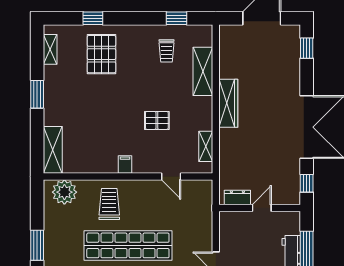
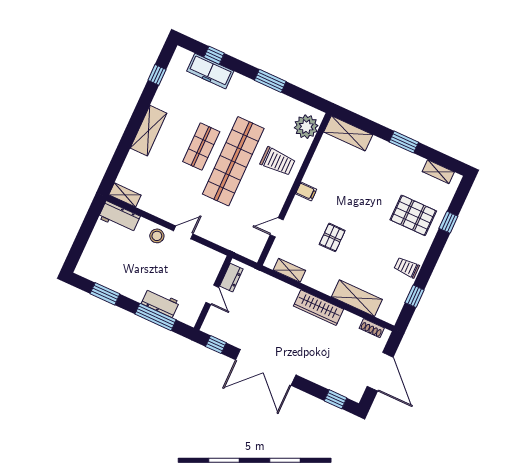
shoe rack: (225, 45) -> (372, 328), added
trolley: (167, 51) -> (407, 268), moved

